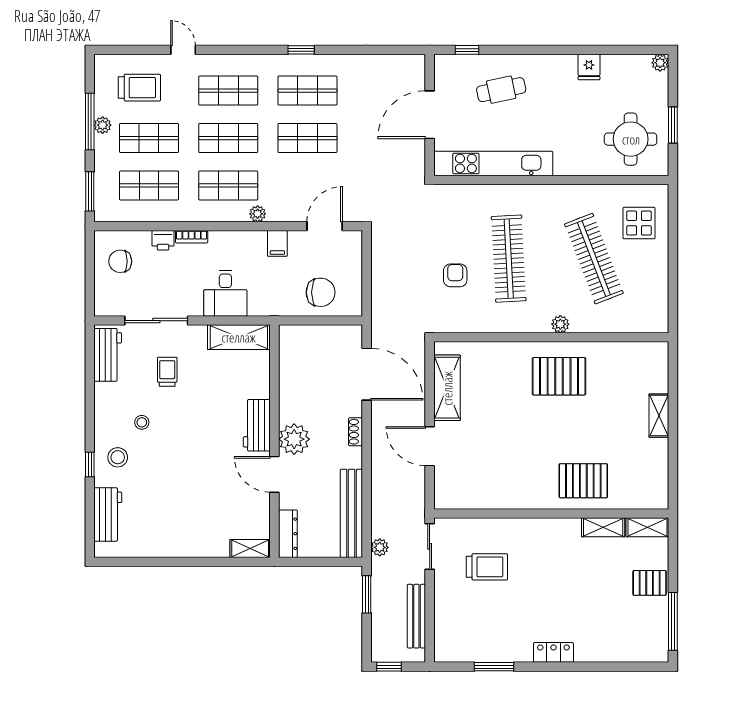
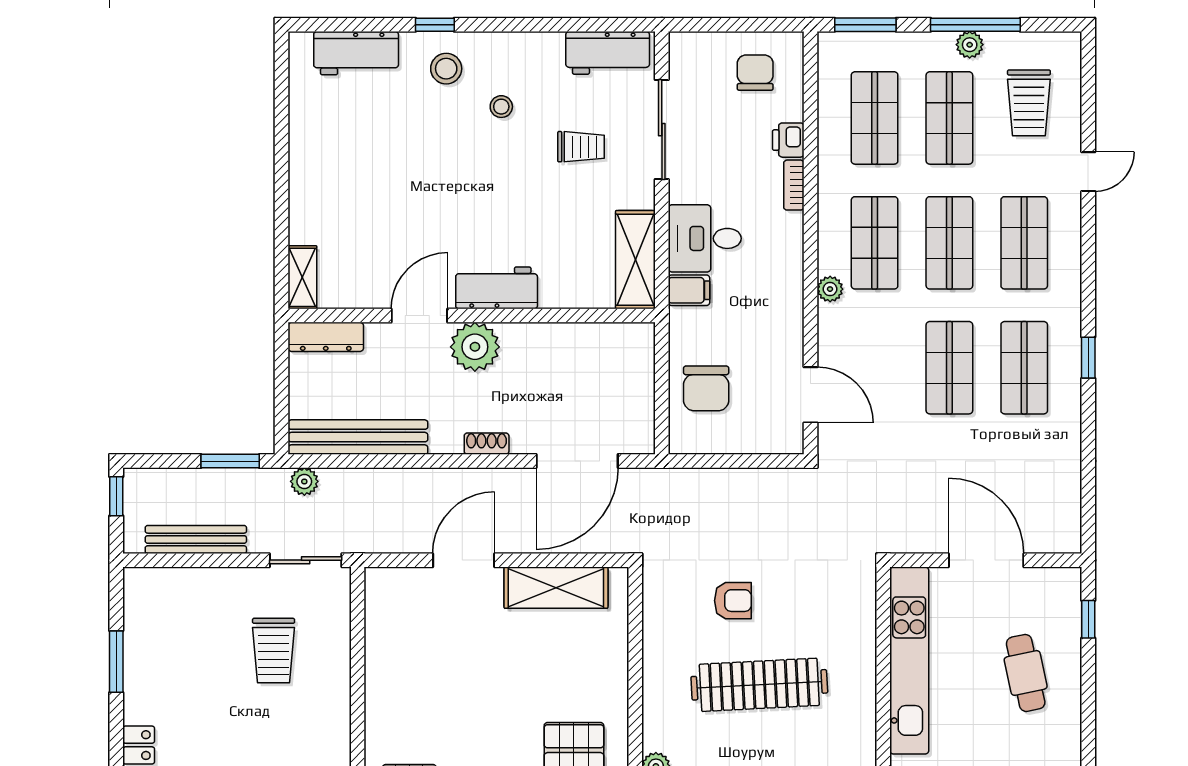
filing cabinet: (277, 243) -> (689, 290), moved, turned 180

